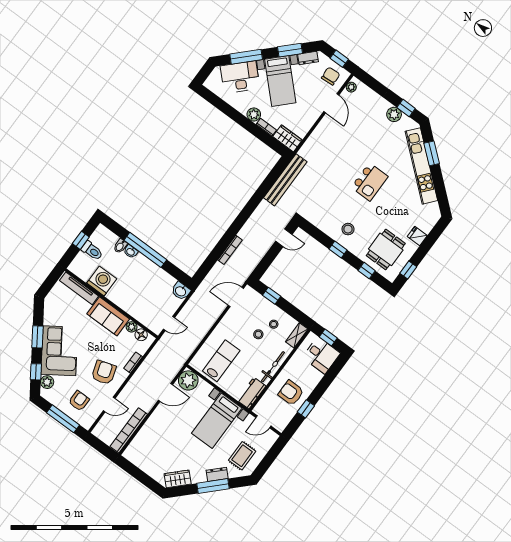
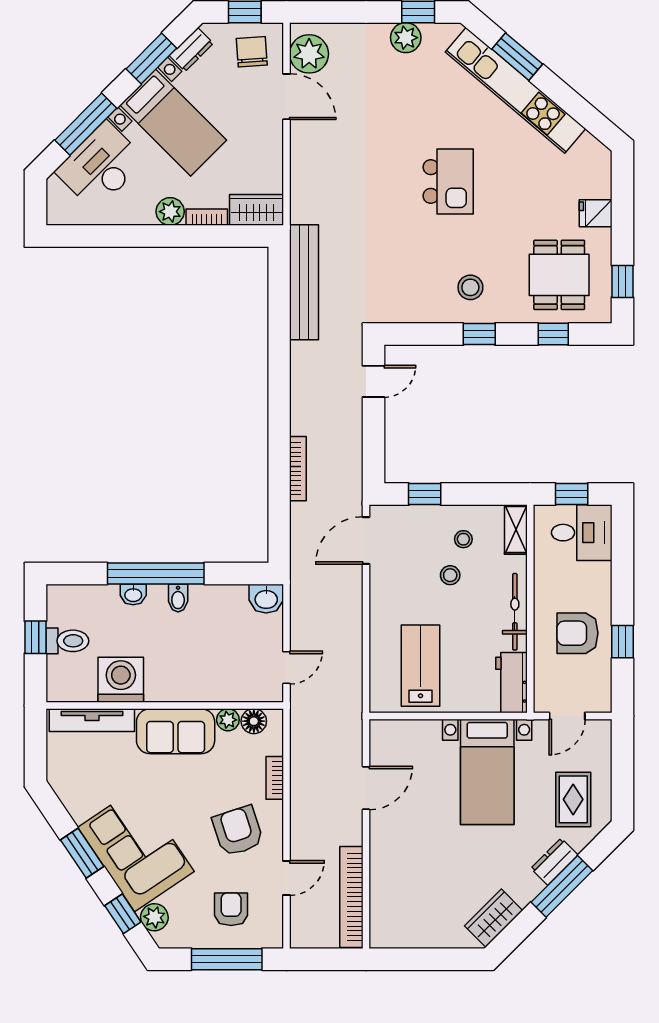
plant: (351, 87) -> (309, 54), width x1.88, depth x1.88
bidet: (120, 246) -> (178, 598), moved
plant: (188, 380) -> (389, 740), removed

